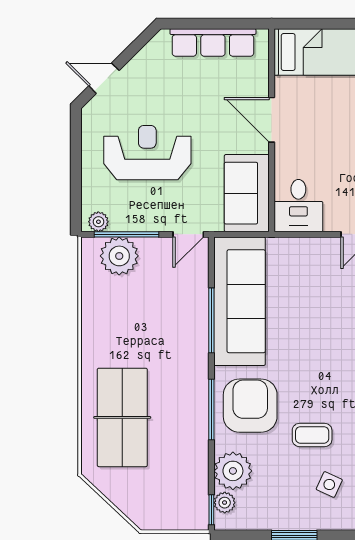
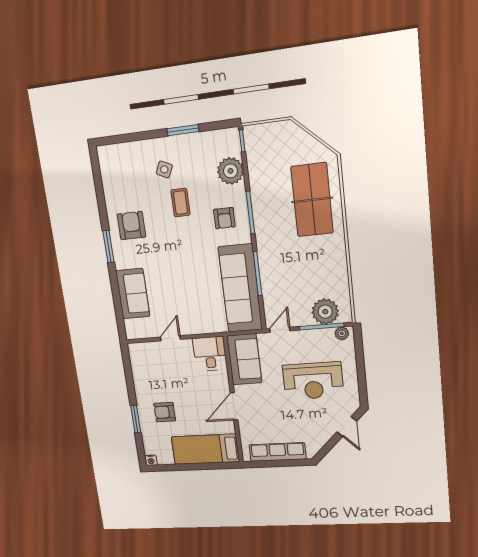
door: (104, 78) -> (347, 427), hinge flipped
door: (272, 120) -> (234, 406), swing flipped
armchair: (250, 406) -> (224, 218), width x0.53, depth x0.53
coffee table: (312, 435) -> (180, 203), turned 90
plant: (225, 503) -> (234, 147), removed

